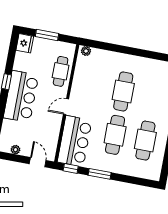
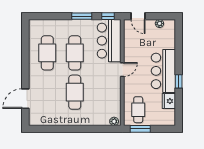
window: (47, 35) -> (140, 129), moved
fridge: (25, 43) -> (169, 101), moved
cafe table: (61, 71) -> (138, 110), moved

